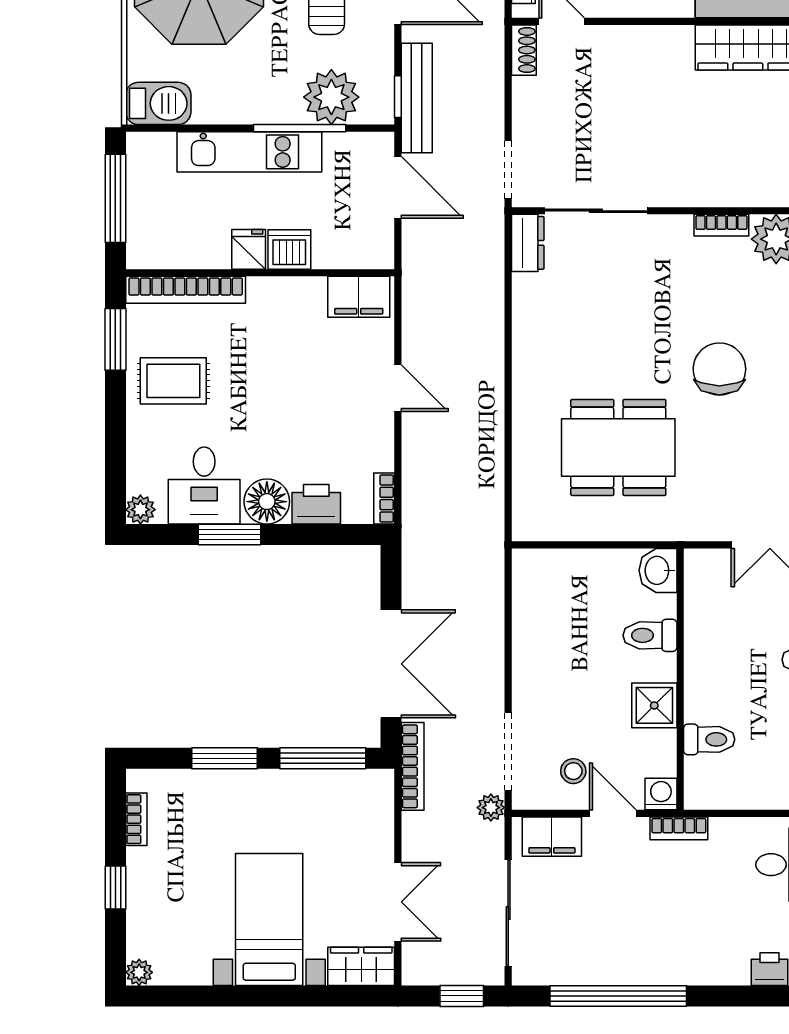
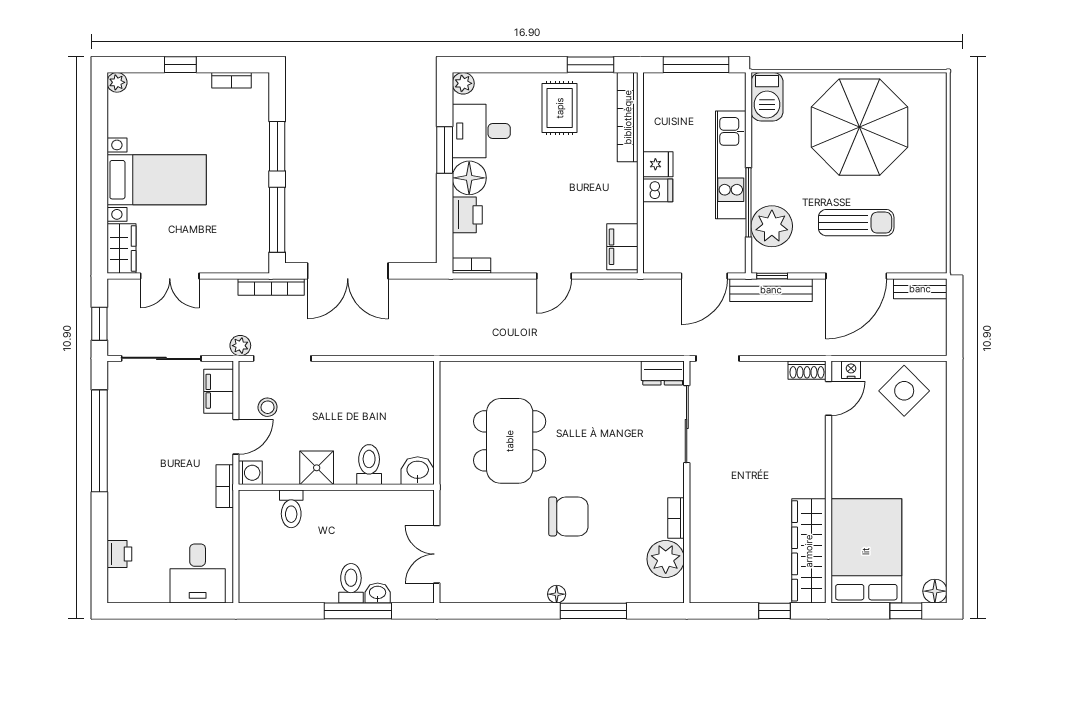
dishwasher: (289, 249) -> (658, 190), width x0.73

